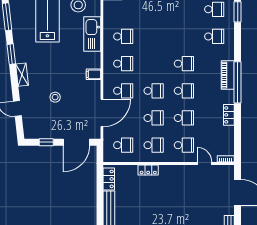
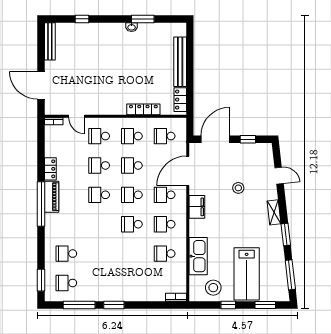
school desk: (184, 64) -> (132, 224), moved
filing cabinet: (93, 74) -> (197, 207), width x2.00
piano: (228, 75) -> (52, 197), moved
locker: (148, 170) -> (143, 109), width x1.53

